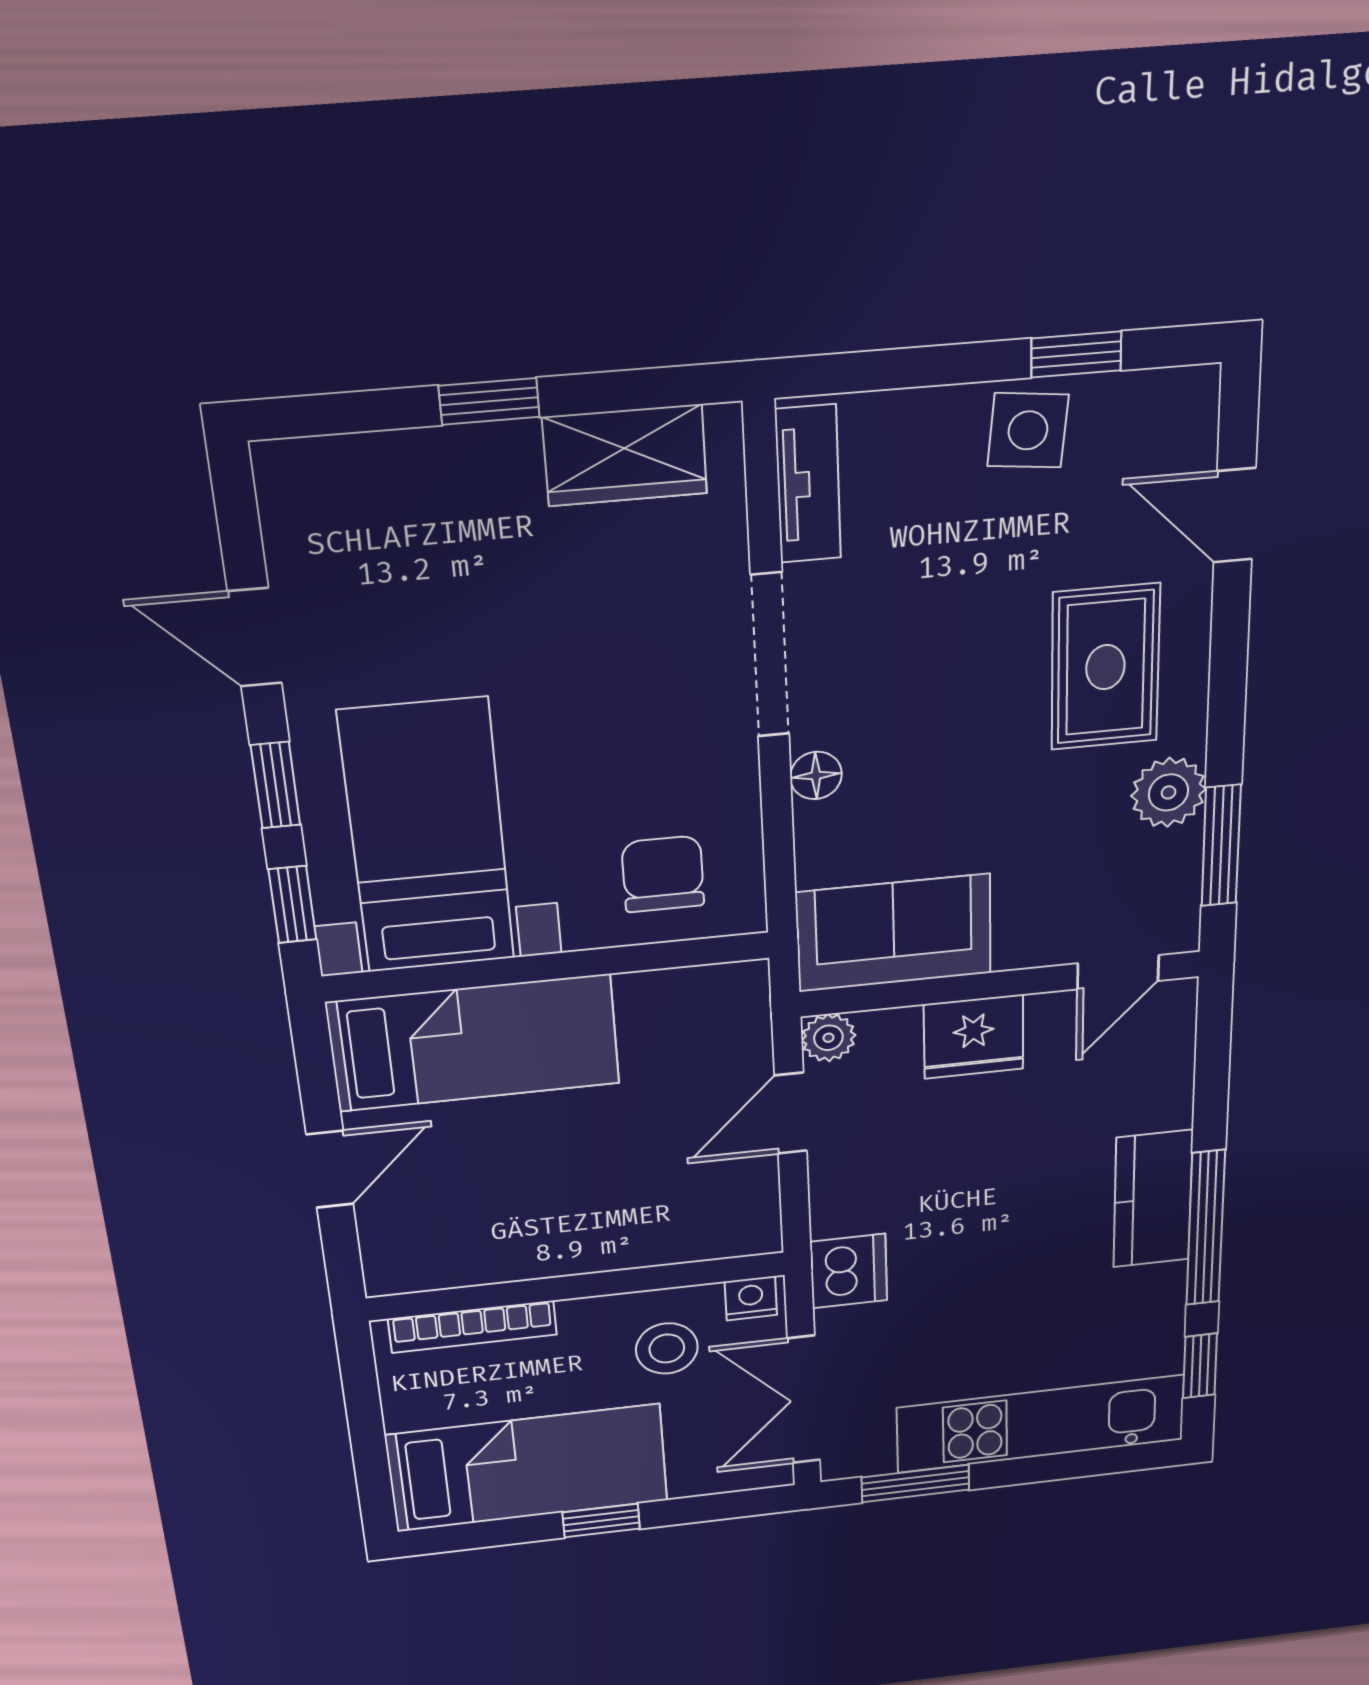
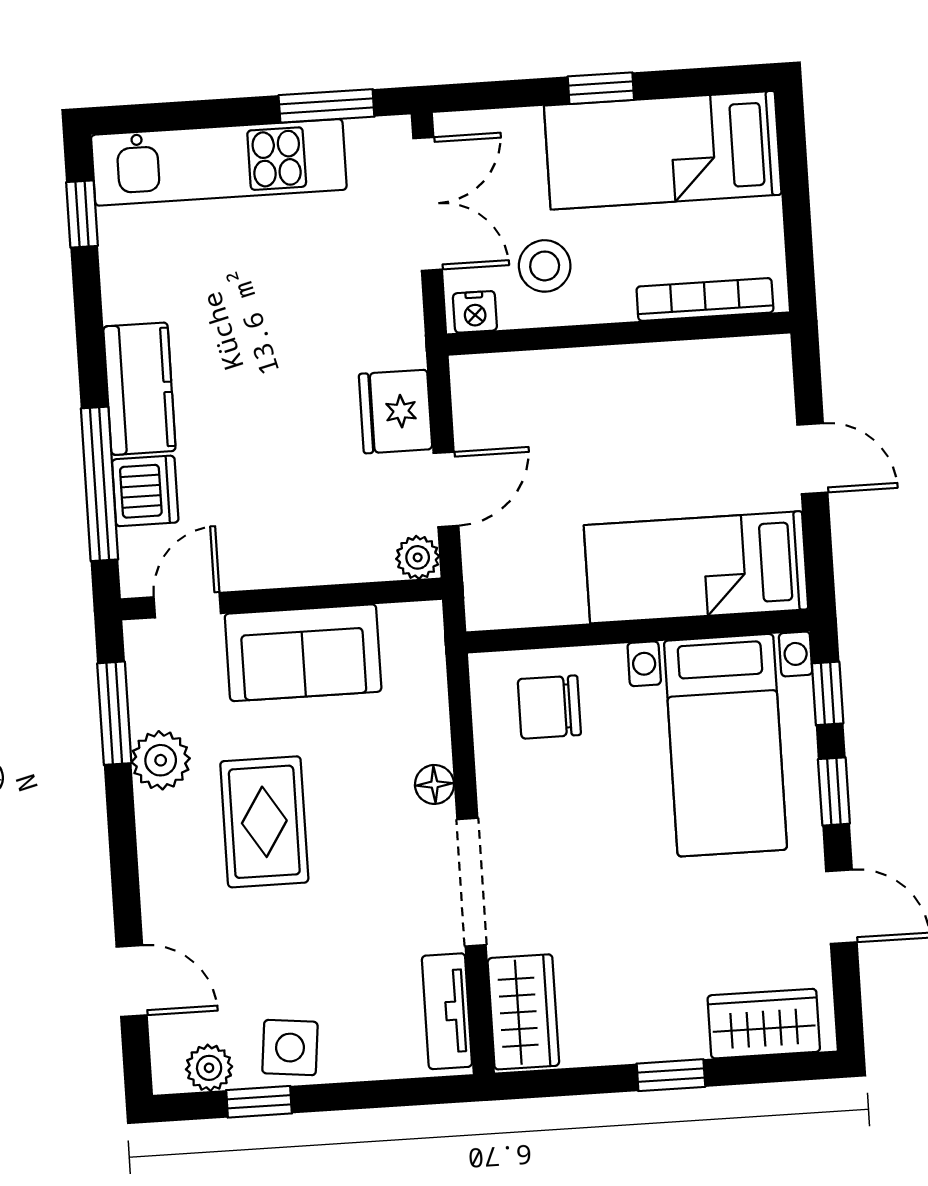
plant: (1141, 401) -> (209, 1068), added
wardrobe: (625, 455) -> (523, 1012), moved, turned 90
wardrobe: (357, 476) -> (764, 1024), added
rug: (1105, 667) -> (264, 822), moved
chair: (663, 874) -> (549, 707), turned 90
sofa: (894, 933) -> (303, 653), moved
fridge: (974, 1037) -> (395, 412), moved, turned -90
door: (330, 1169) -> (812, 459), swing flipped
window: (1206, 1228) -> (99, 484), moved
dishwasher: (849, 1271) -> (145, 491), moved, turned 180

